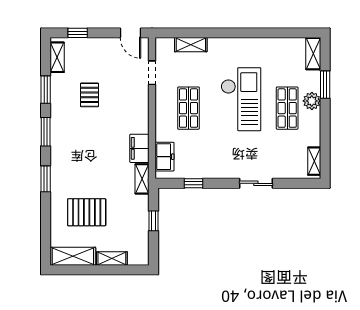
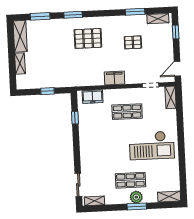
shelving: (191, 45) -> (171, 97), moved
window: (325, 85) -> (137, 206), moved
checkout: (241, 99) -> (152, 145), moved
window: (46, 132) -> (40, 16), moved
filing cabinet: (139, 148) -> (115, 78), moved
shelving: (142, 179) -> (76, 82), removed
sliding door: (256, 183) -> (78, 185), moved
pallet: (87, 212) -> (88, 38), moved, turned 90

